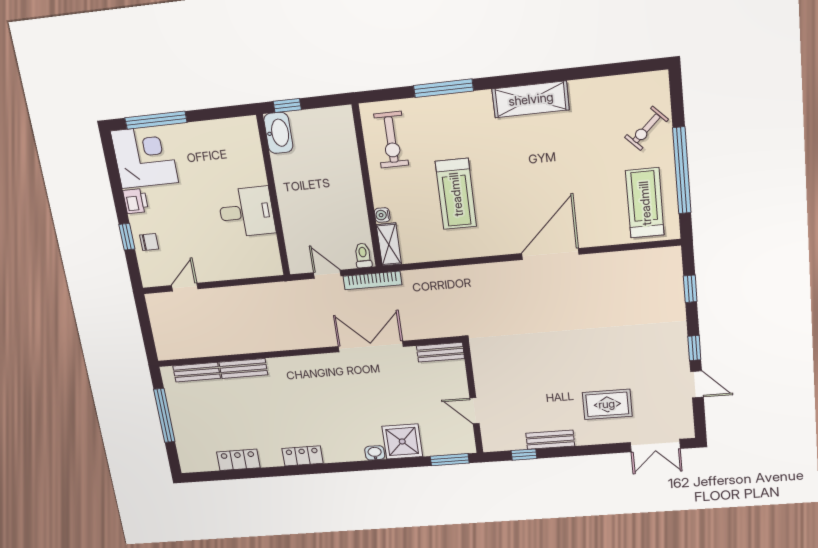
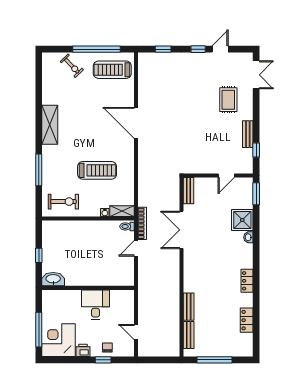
washbasin: (278, 133) -> (53, 279), moved
wall: (273, 196) -> (88, 288), moved
desk: (247, 212) -> (96, 305), moved

